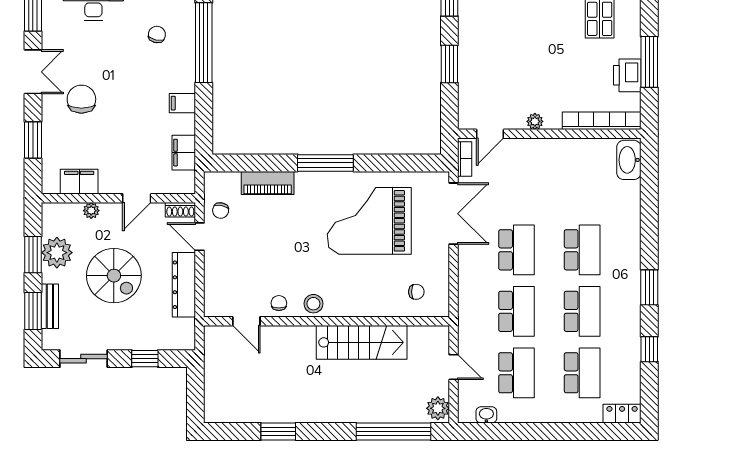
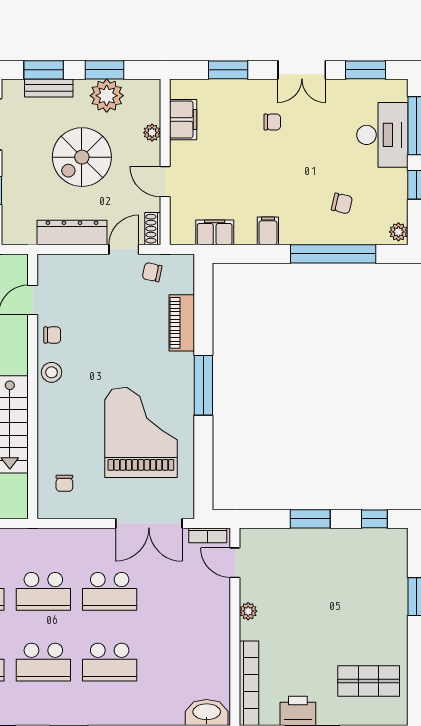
chair: (81, 99) -> (272, 122), width x0.54, depth x0.54

